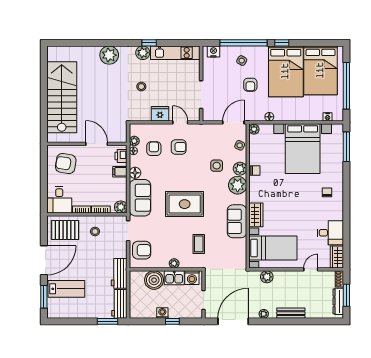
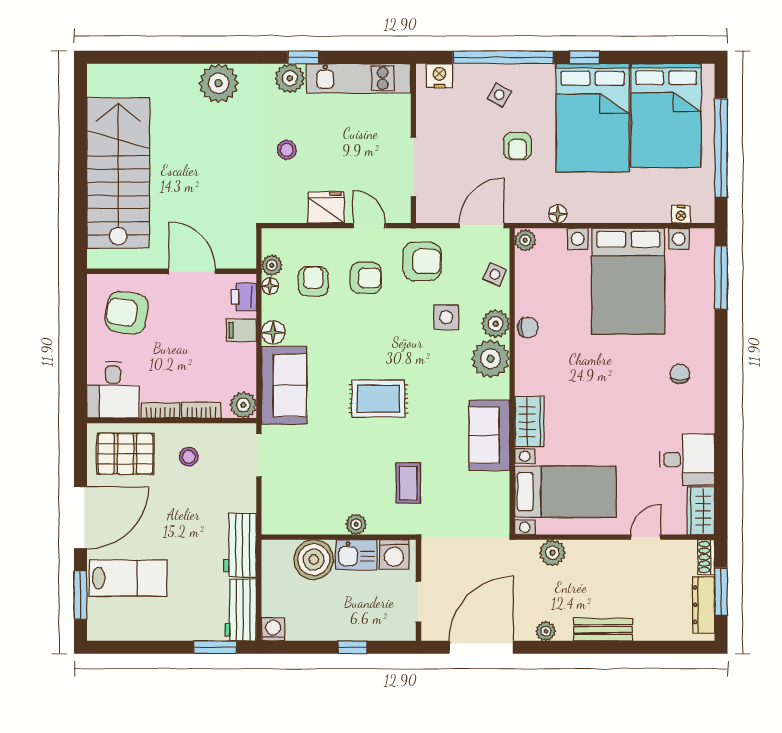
rug: (185, 204) -> (378, 399), width x0.73, depth x0.70
armchair: (142, 250) -> (422, 261), moved
washing machine: (162, 313) -> (273, 629), moved

